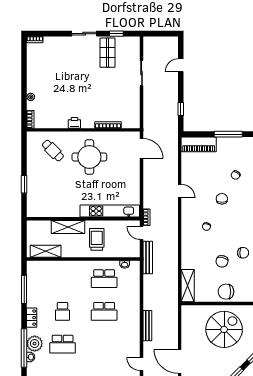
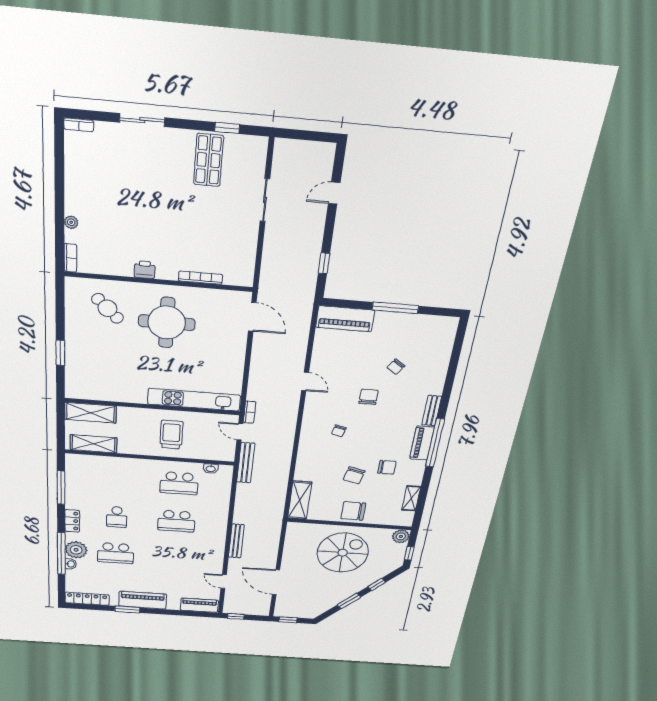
sliding door: (84, 34) -> (142, 120), moved
shelving: (68, 227) -> (90, 413), moved

